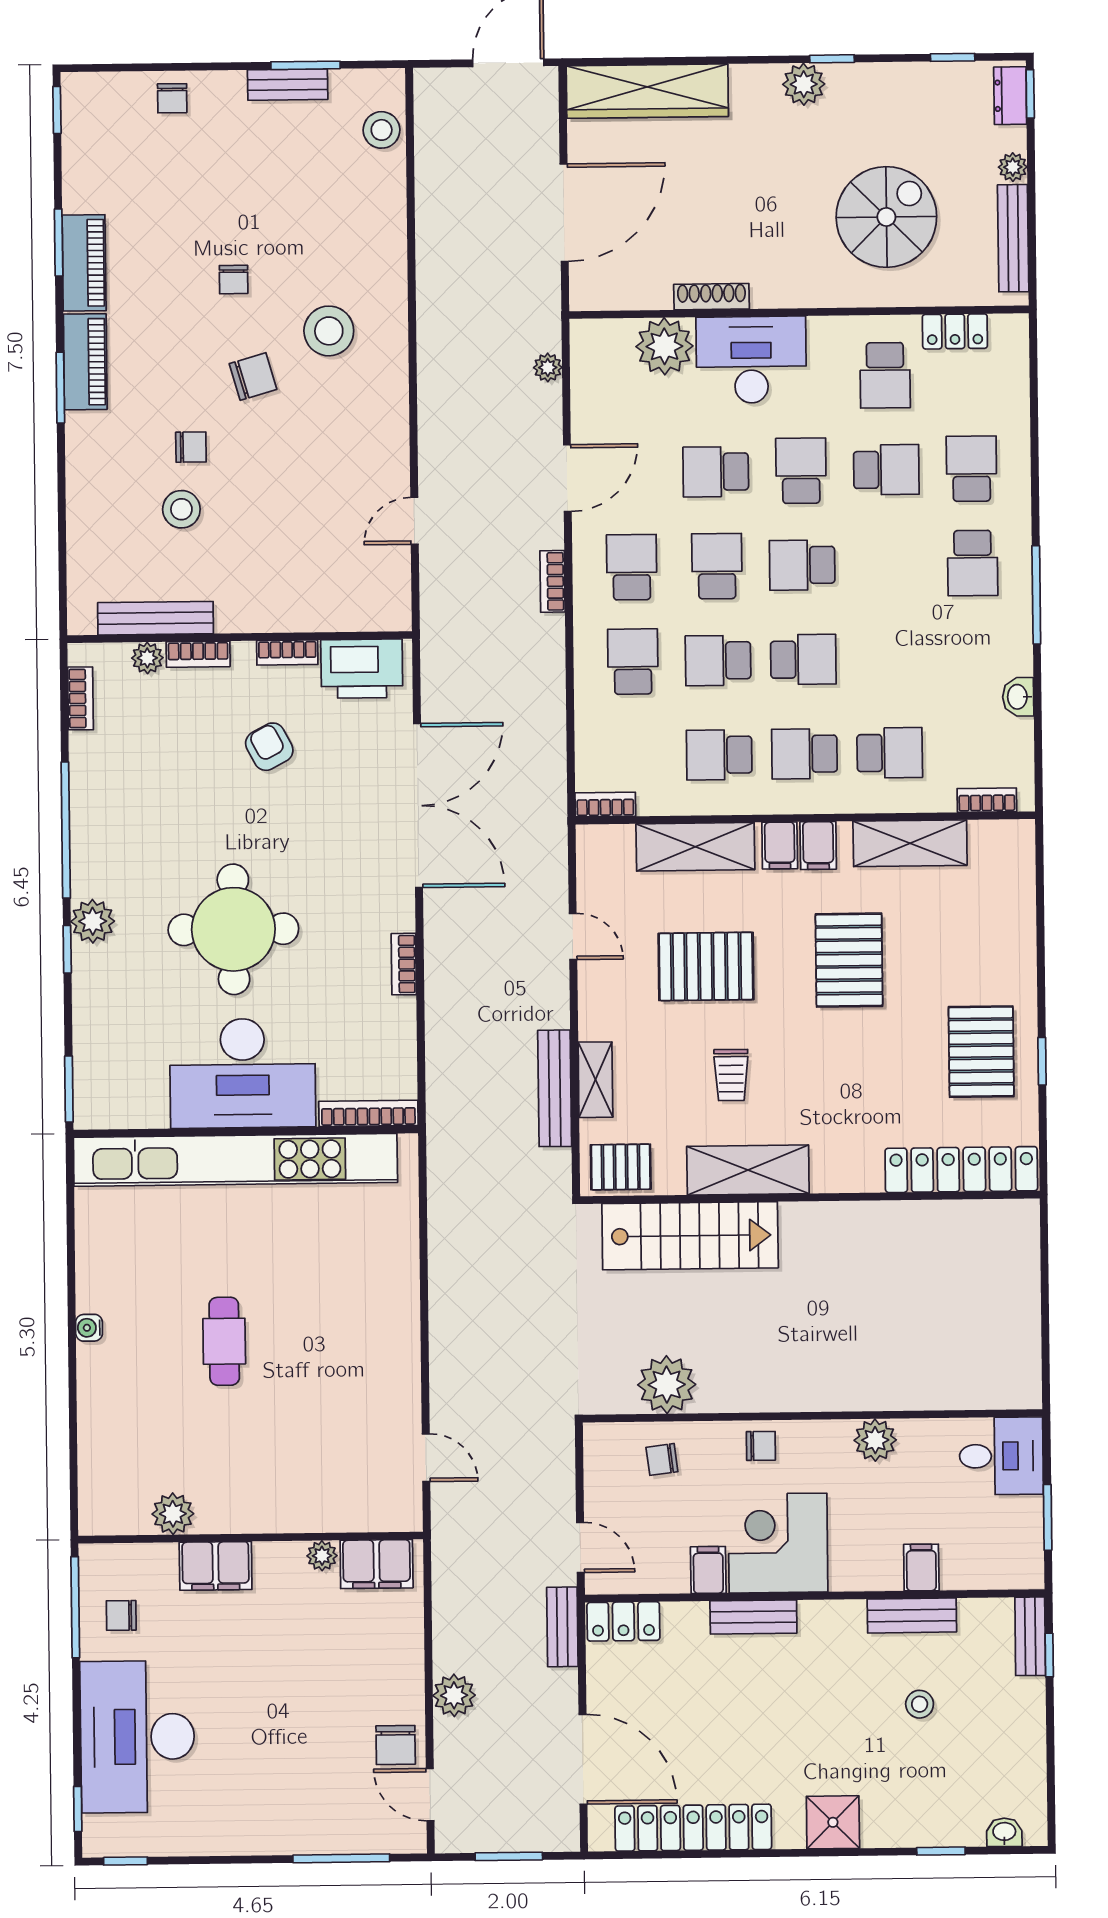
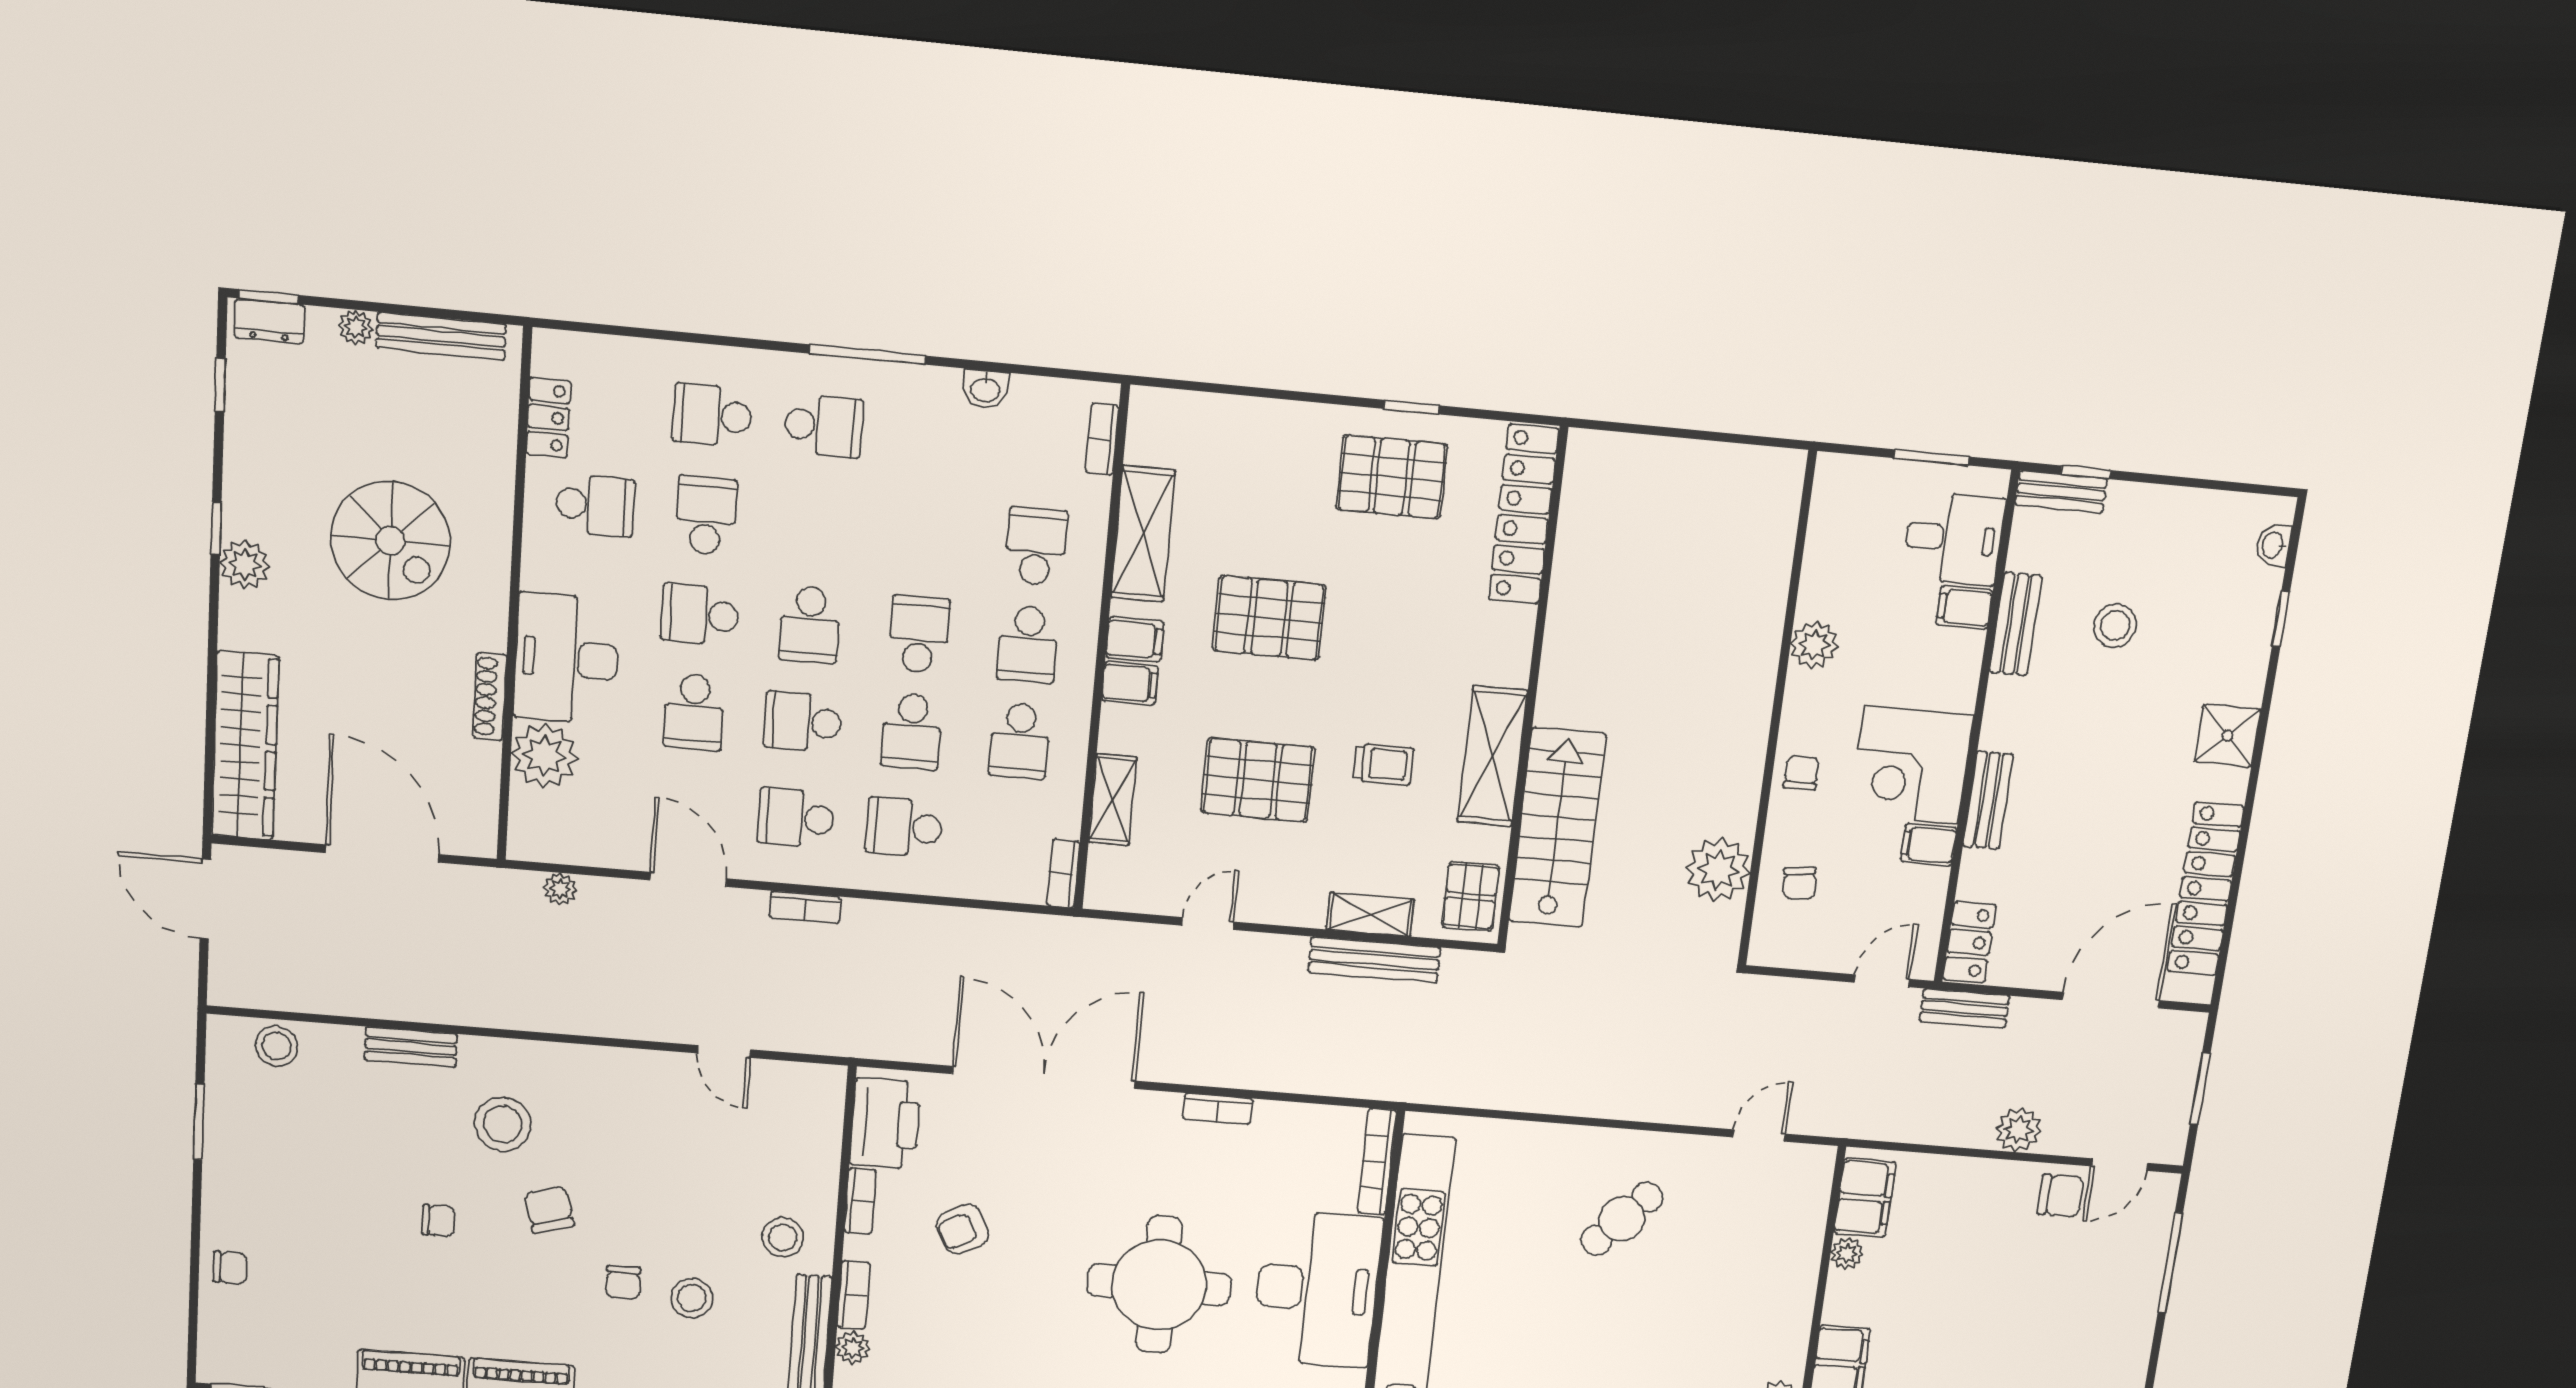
bench: (288, 85) -> (411, 1047), moved, turned 90
spiral stairs: (886, 217) -> (390, 541), moved, turned 180
chair: (191, 447) -> (623, 1282), turned 180
stool: (247, 586) -> (783, 1237), added
shelving: (695, 847) -> (1113, 800), width x0.67, depth x0.75
pallet: (706, 966) -> (1258, 780), turned 90
cafe table: (224, 1341) -> (1622, 1219), moved, turned -47
desk: (1001, 1456) -> (1954, 538), moved, turned 90
stool: (920, 1704) -> (2115, 626), width x1.37, depth x1.37

